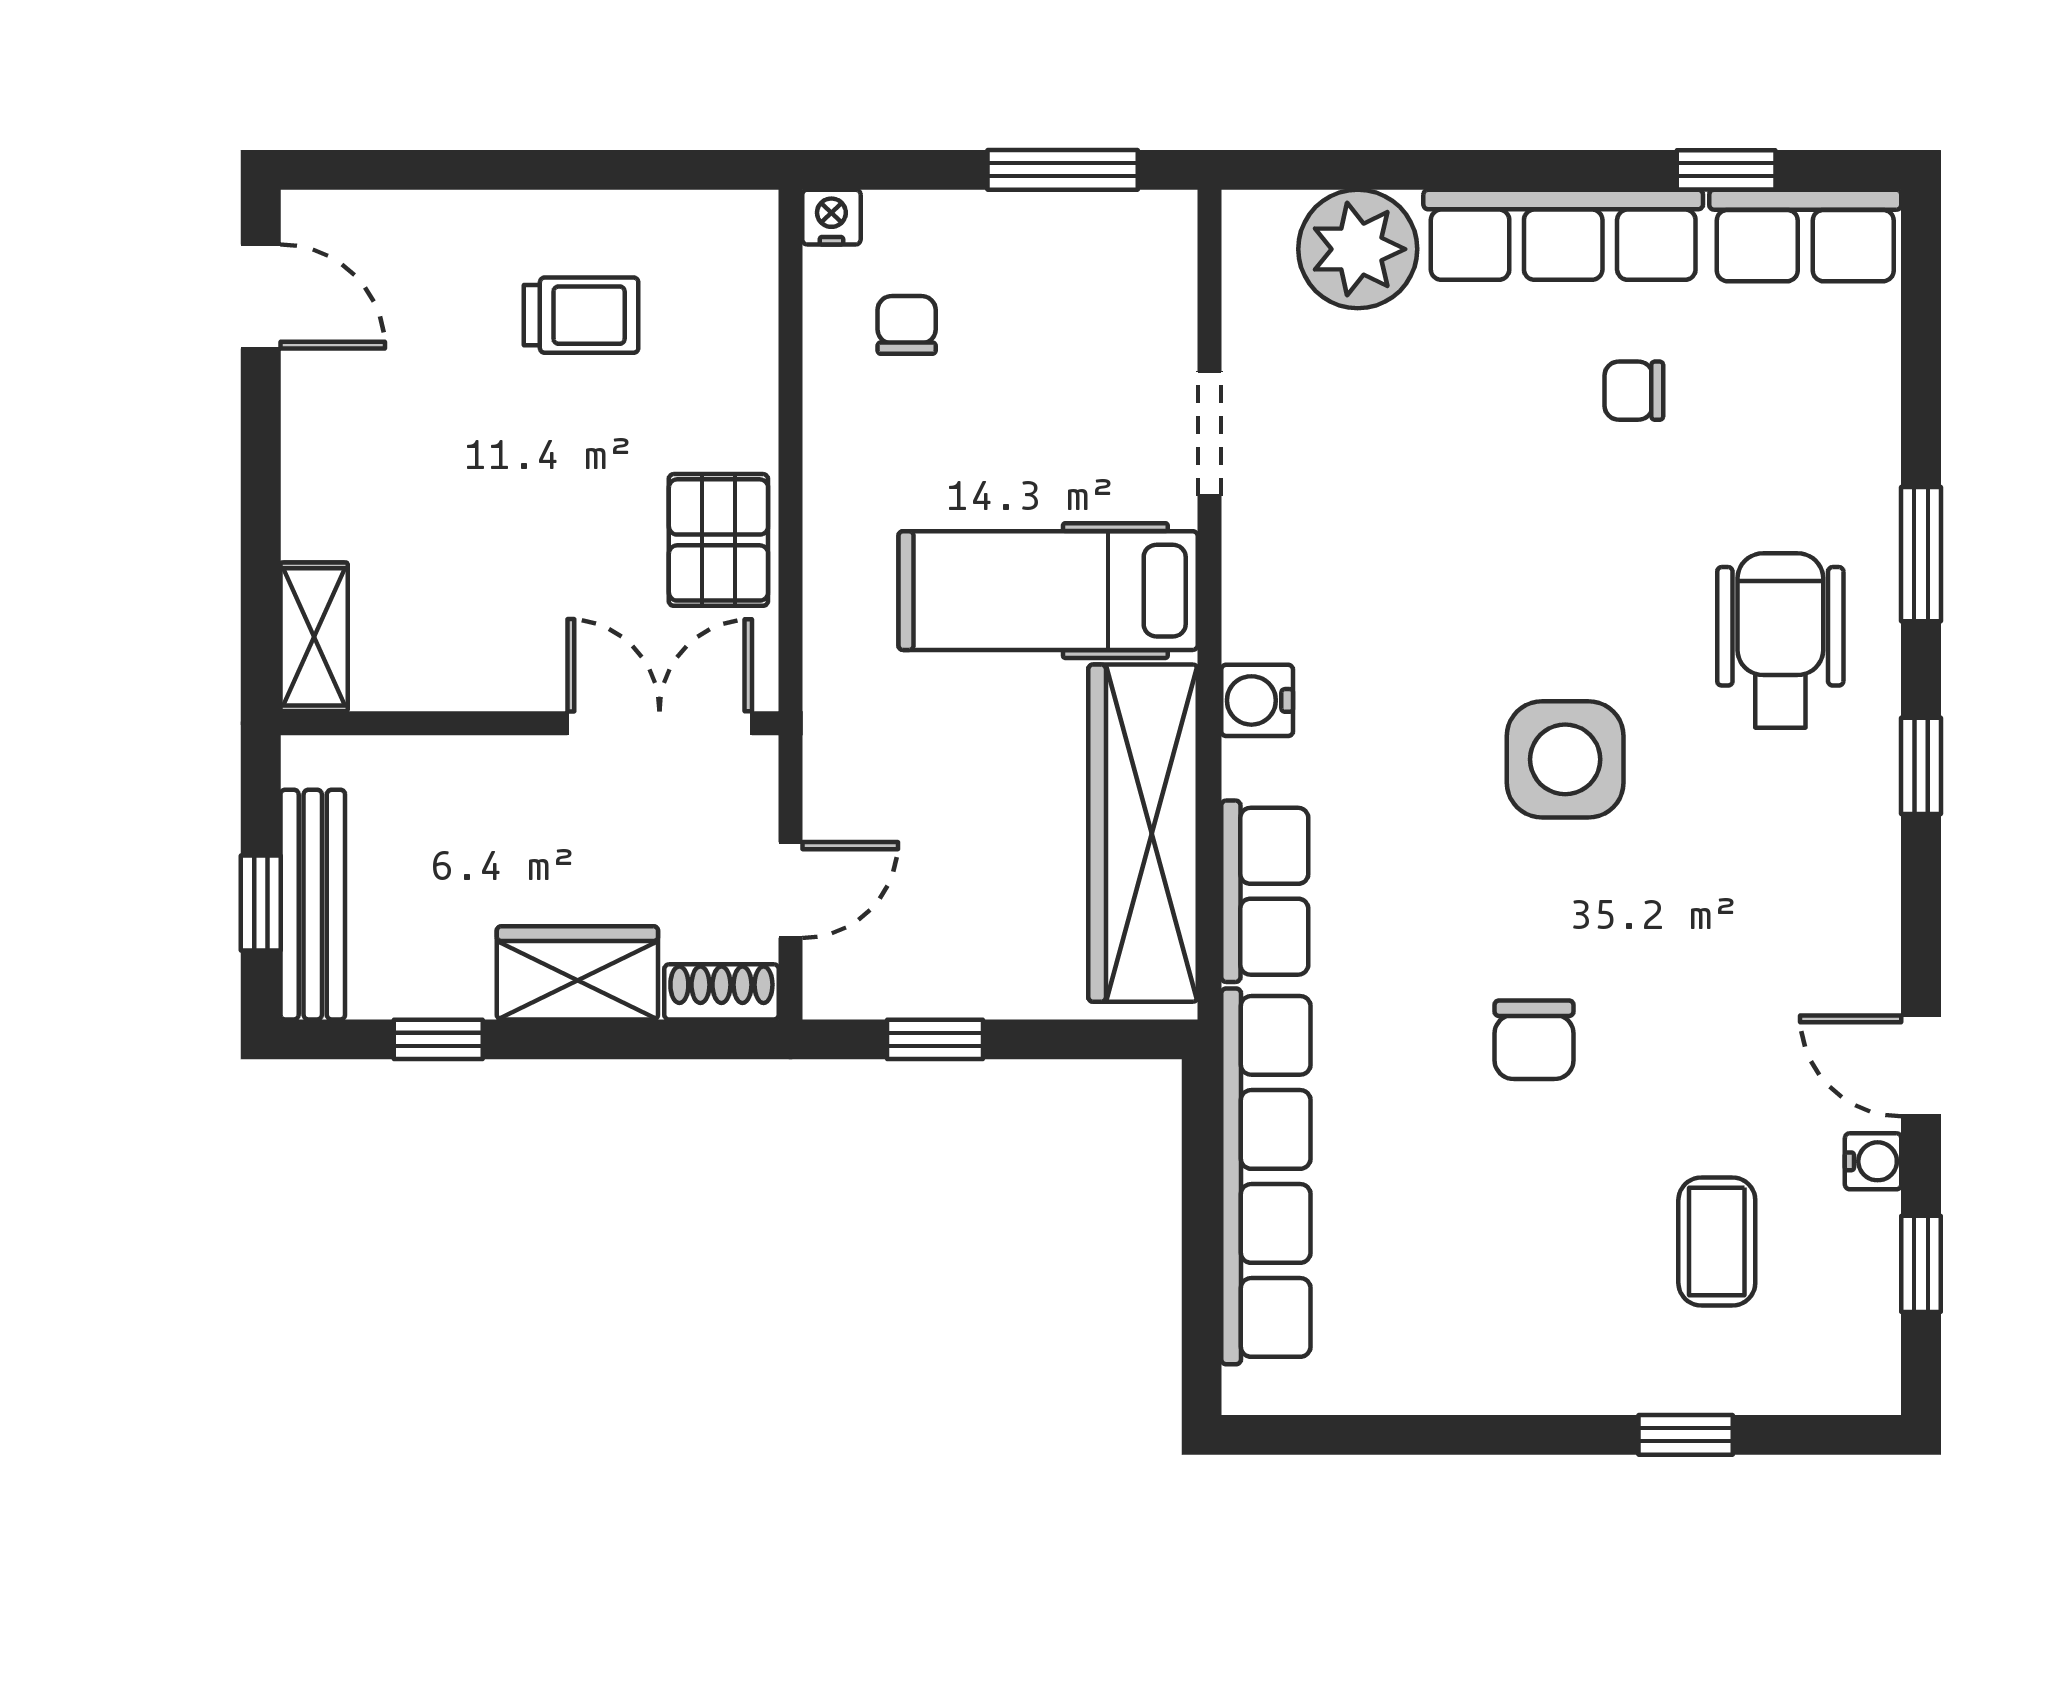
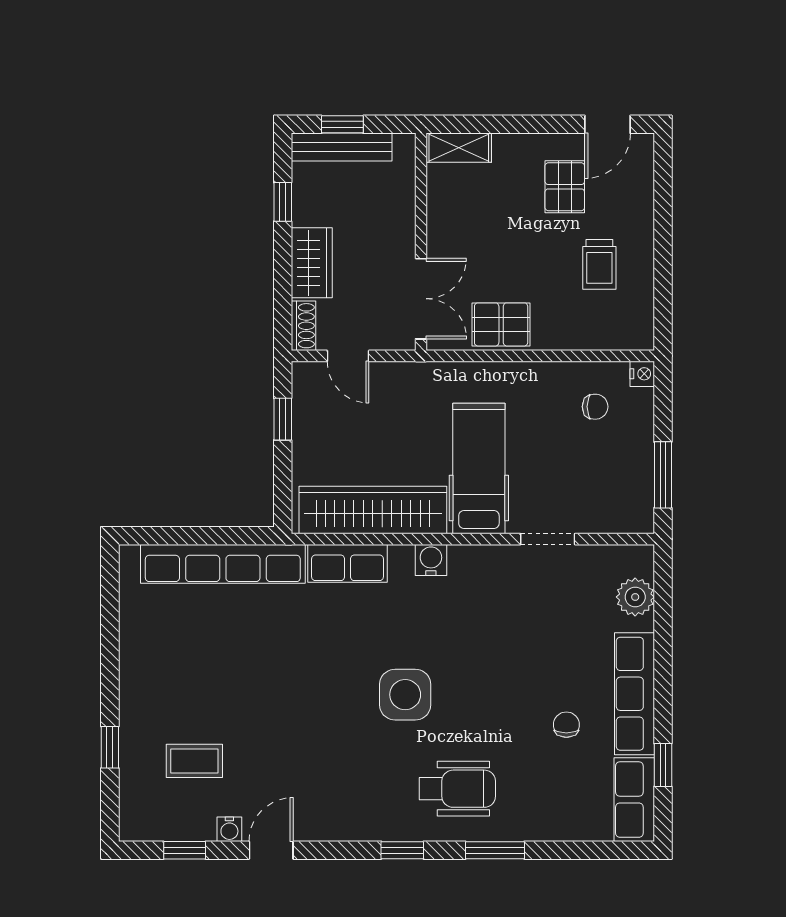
plant: (1358, 249) -> (635, 597), width x0.73, depth x0.73
pallet: (404, 394) -> (565, 187), added
chair: (1534, 1040) -> (283, 681), removed

